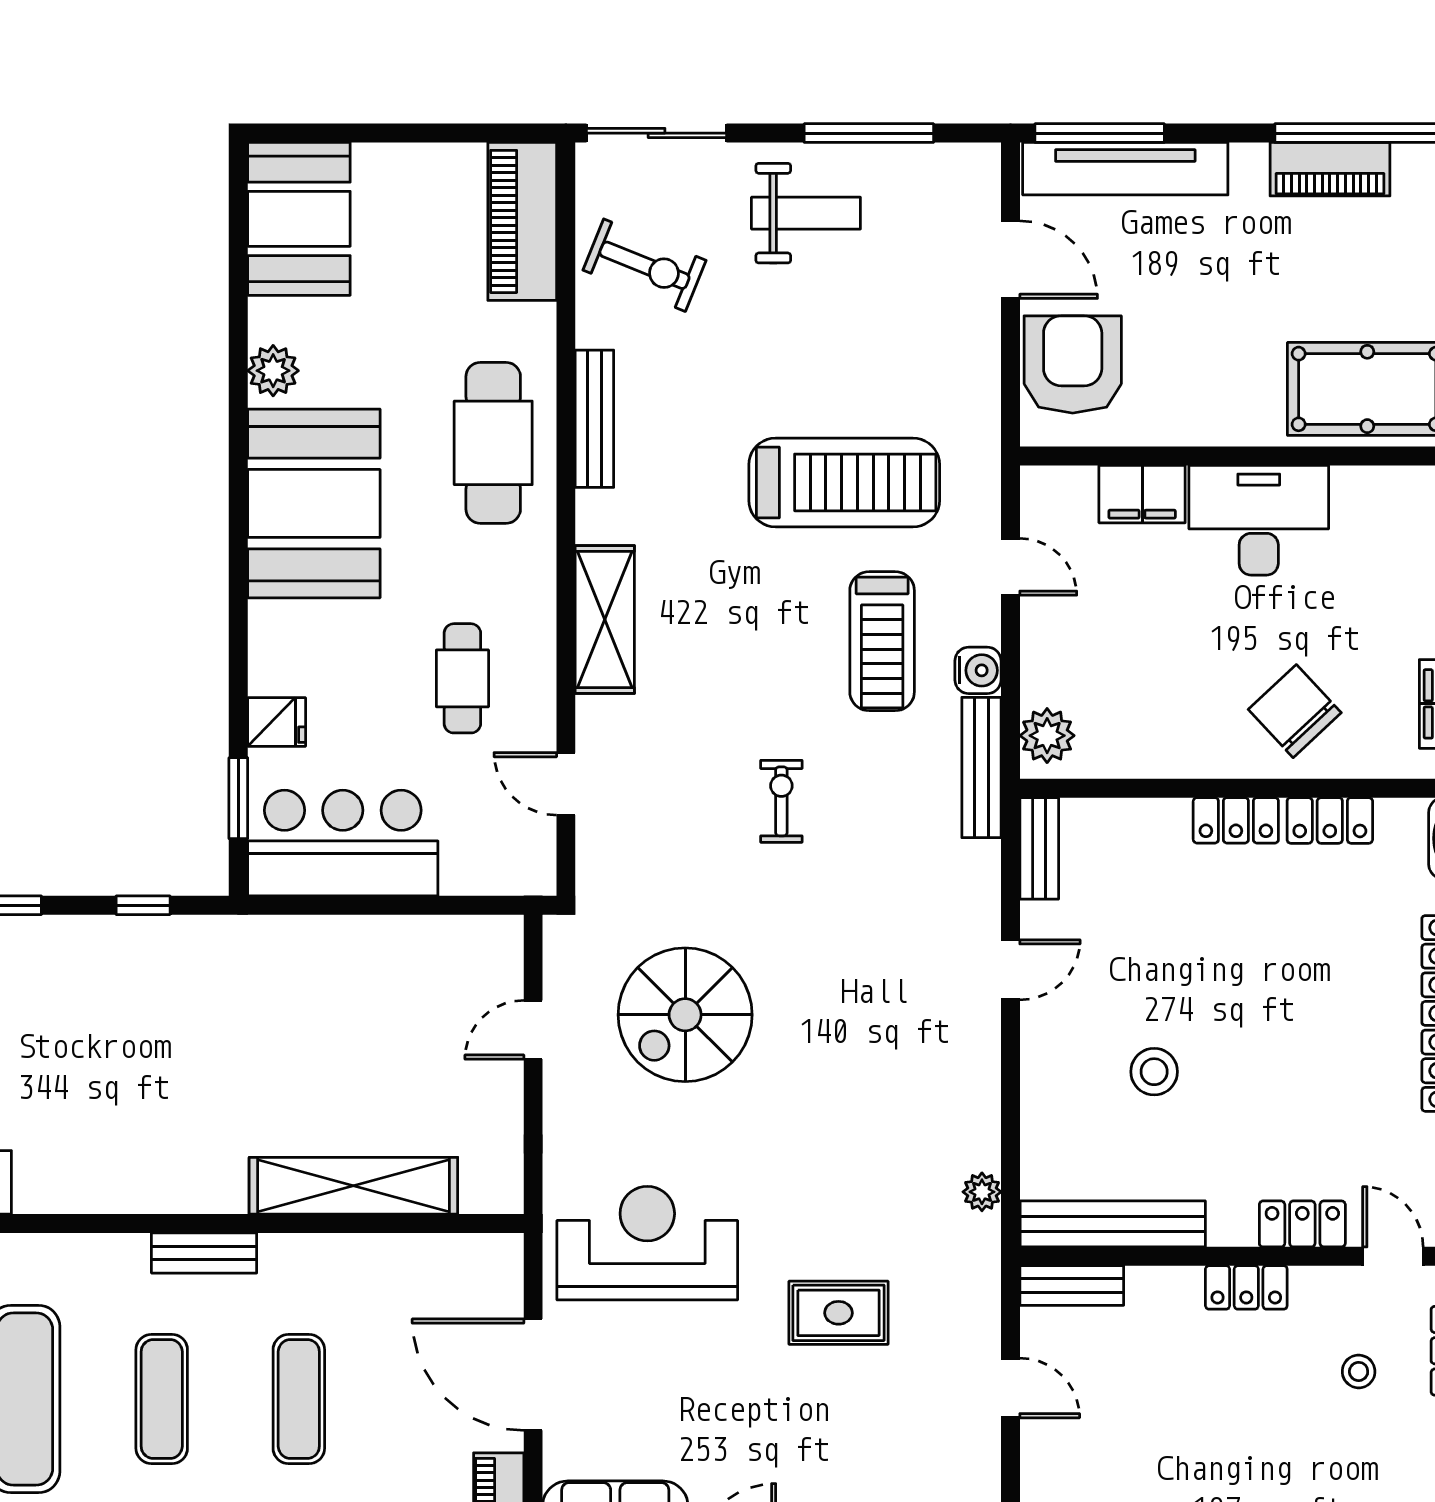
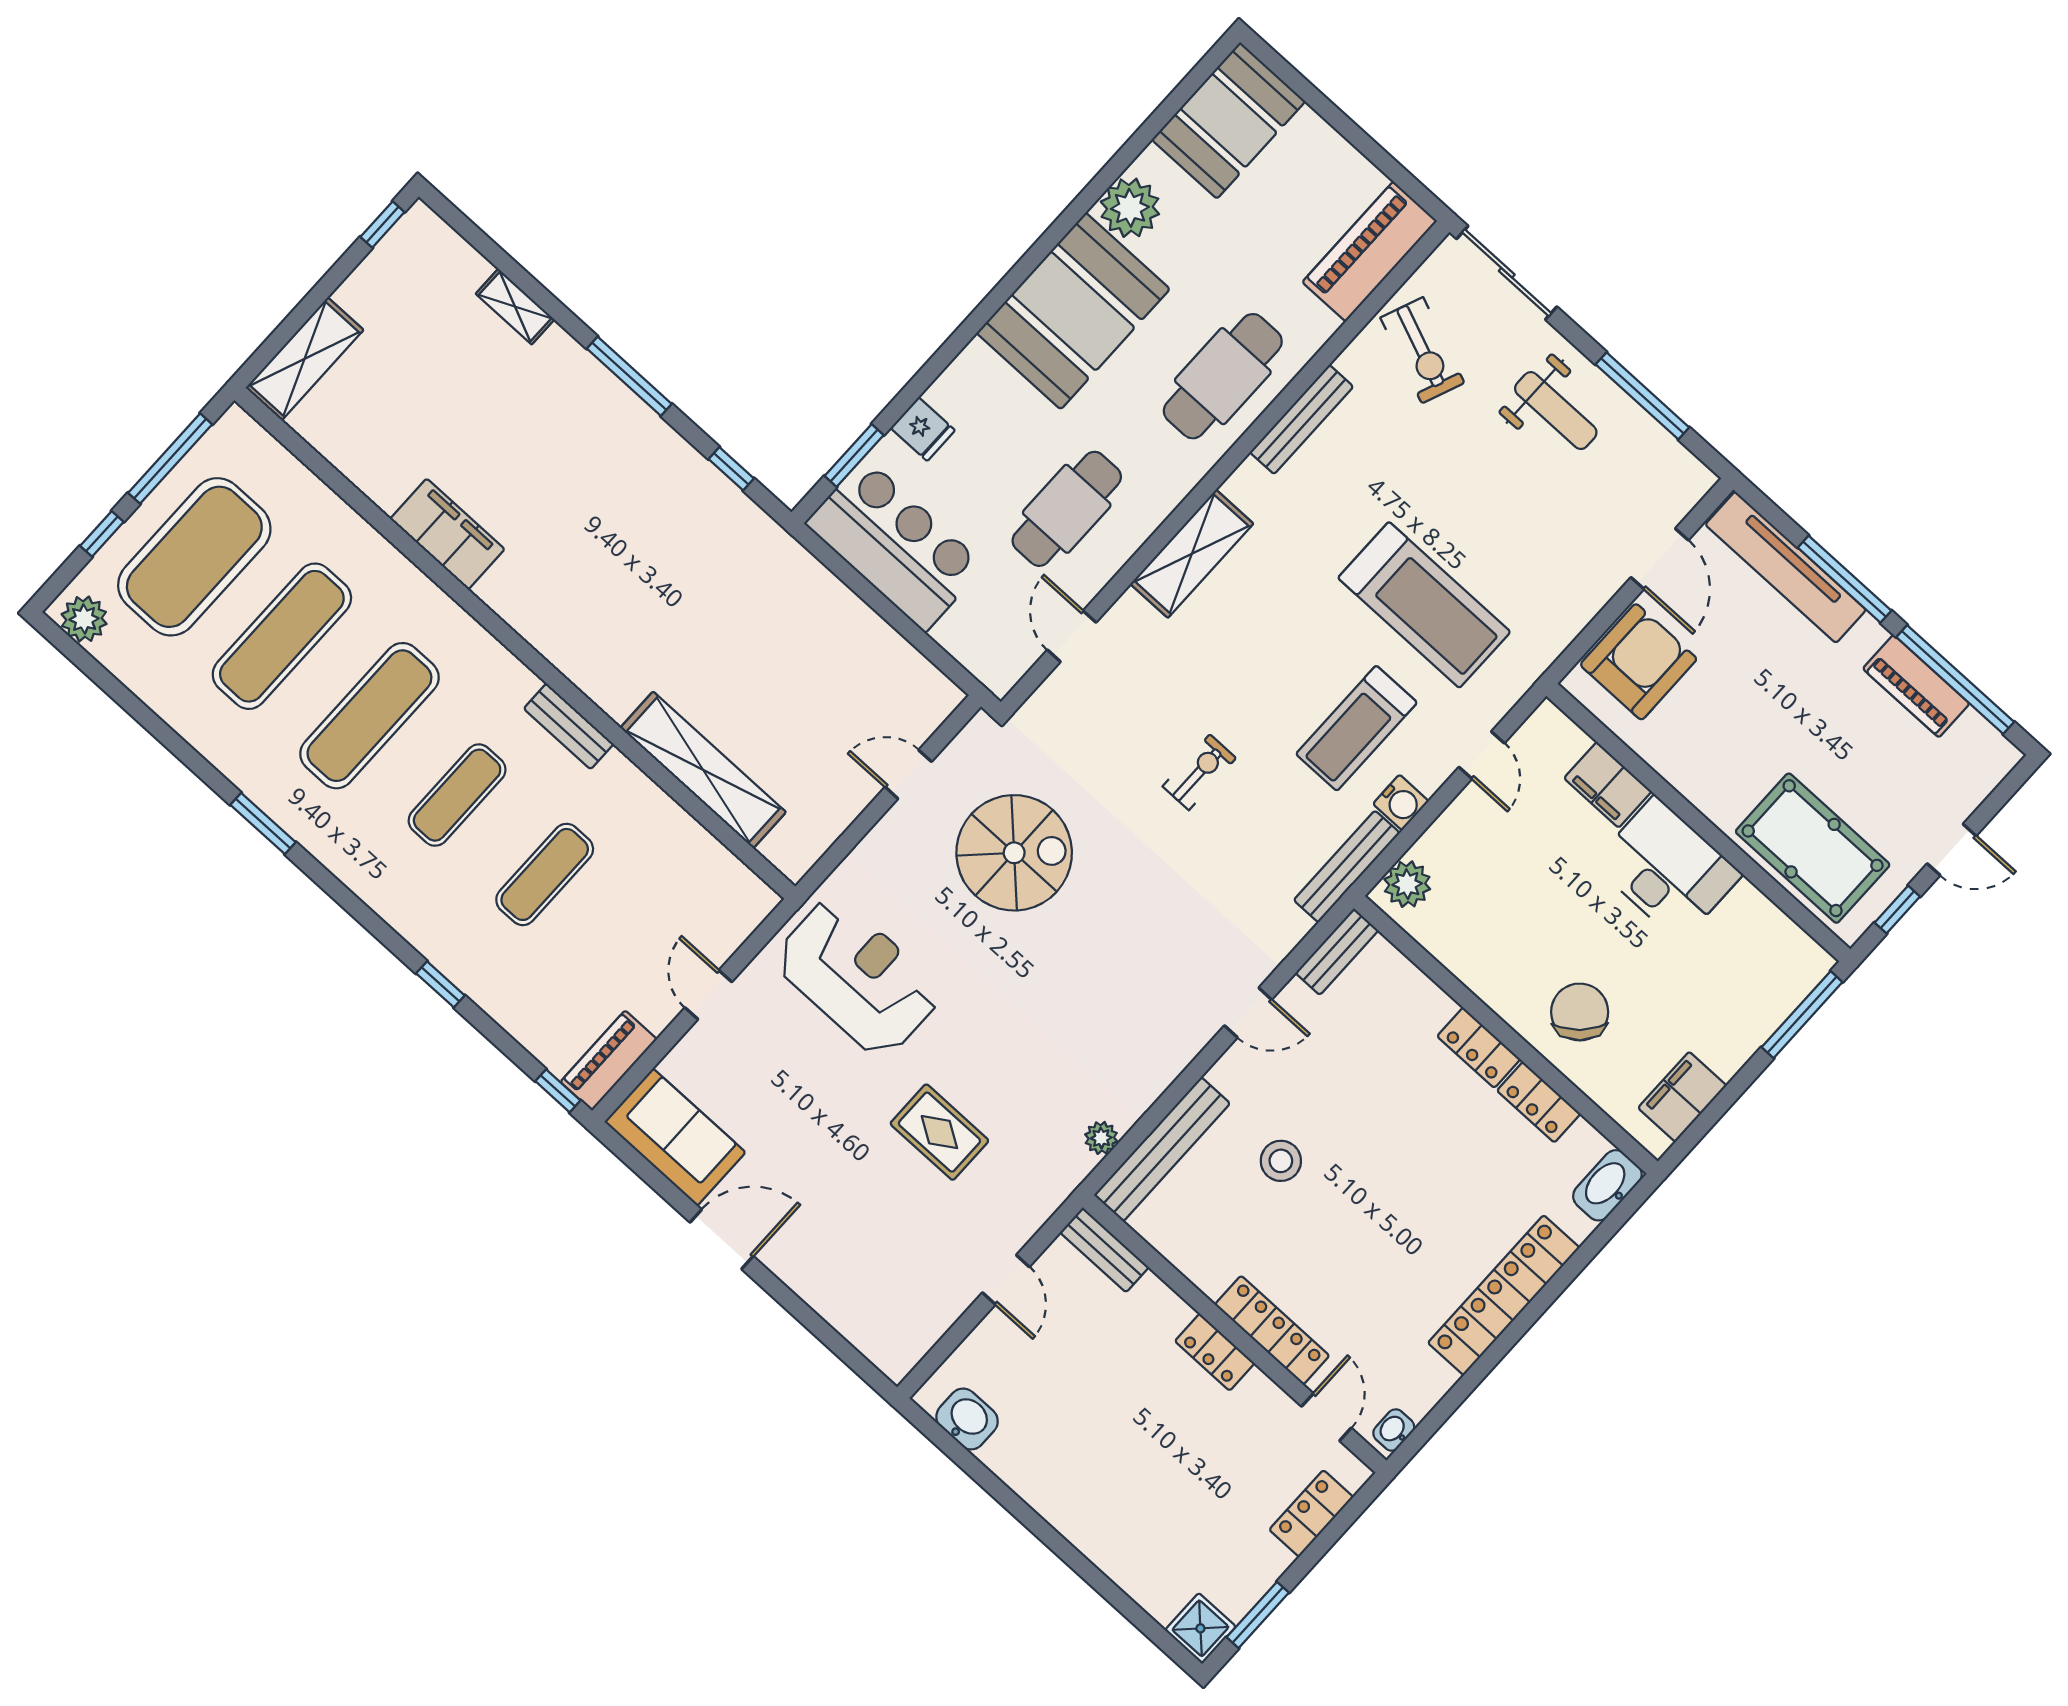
window: (1100, 133) -> (1845, 579), moved
plant: (273, 371) -> (1130, 208), width x1.36, depth x1.36
cafe table: (462, 678) -> (1067, 509), width x1.37, depth x1.35
spiral stairs: (685, 1015) -> (1014, 853), turned 180
bench: (1113, 1224) -> (1162, 1149), moved, turned 90
locker: (1302, 1224) -> (1272, 1330), width x1.53
stool: (1359, 1371) -> (1238, 1471), removed
door: (533, 1375) -> (708, 995), width x0.53

